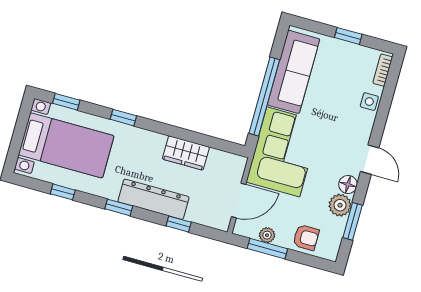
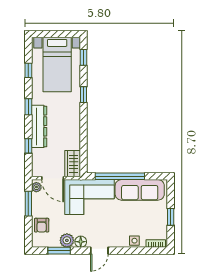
wardrobe: (186, 153) -> (73, 164), moved
plant: (267, 235) -> (36, 187), moved

